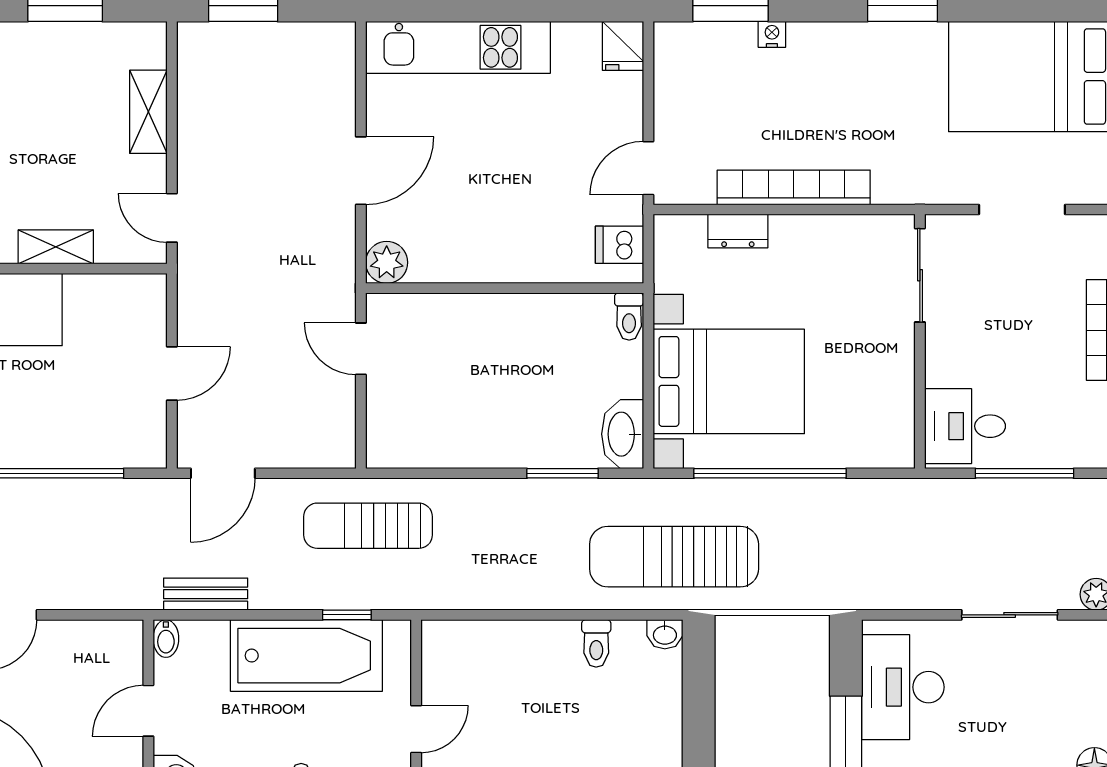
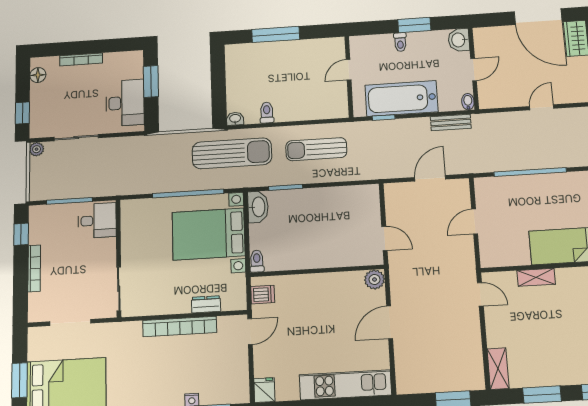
shelving: (148, 112) -> (498, 369), moved
door: (223, 473) -> (430, 178), moved
sun lounger: (368, 526) -> (316, 149), moved, turned 180

